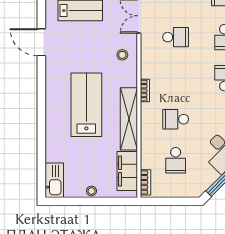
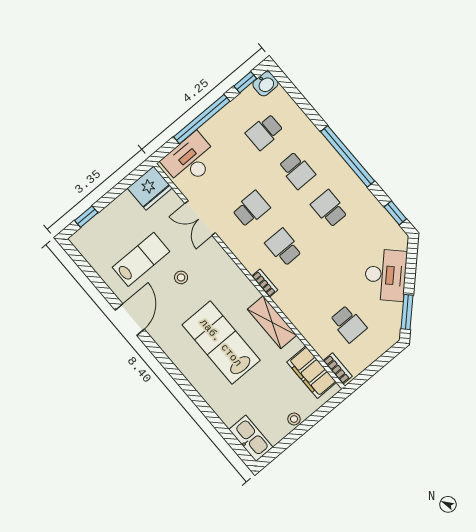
door: (41, 42) -> (130, 320), swing flipped
stool: (122, 55) -> (181, 277), moved
shelving: (129, 119) -> (272, 322), width x0.68
school desk: (176, 119) -> (284, 247), moved, turned 90

